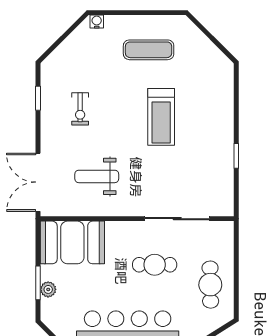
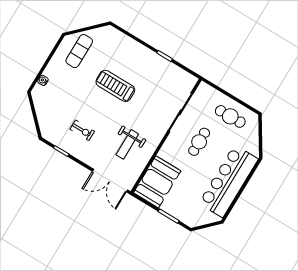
water cooler: (97, 22) -> (43, 80), moved
exercise mat: (149, 50) -> (79, 51), moved
treadmill: (161, 117) -> (115, 86), turned 180
plant: (48, 289) -> (176, 212), removed

